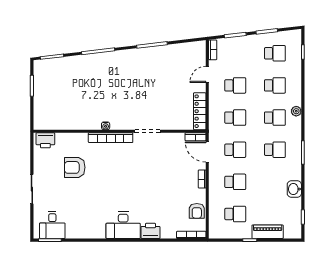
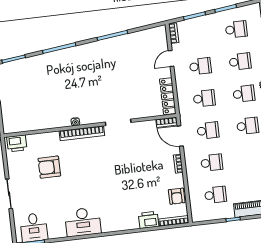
desk: (123, 225) -> (83, 222), moved
printer: (150, 231) -> (148, 220), moved

